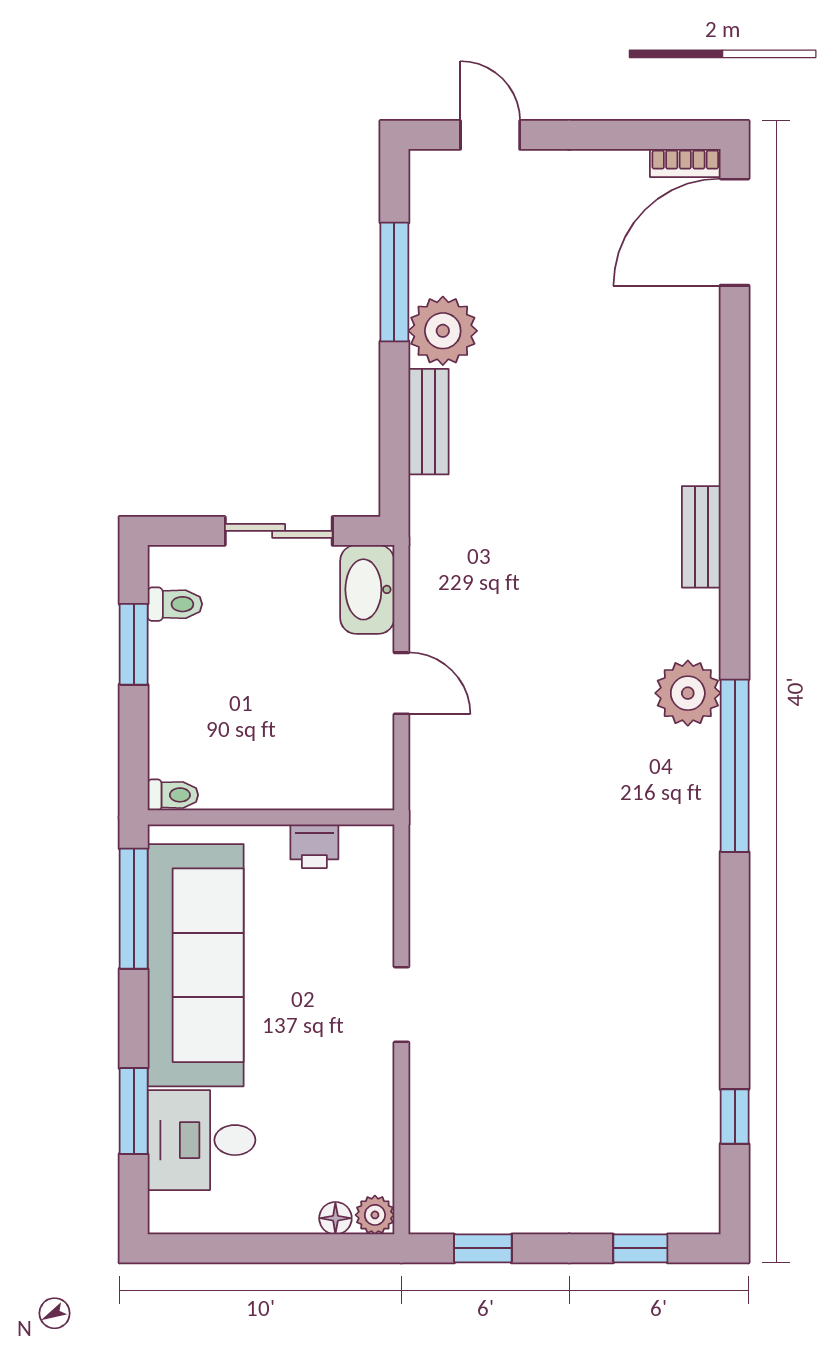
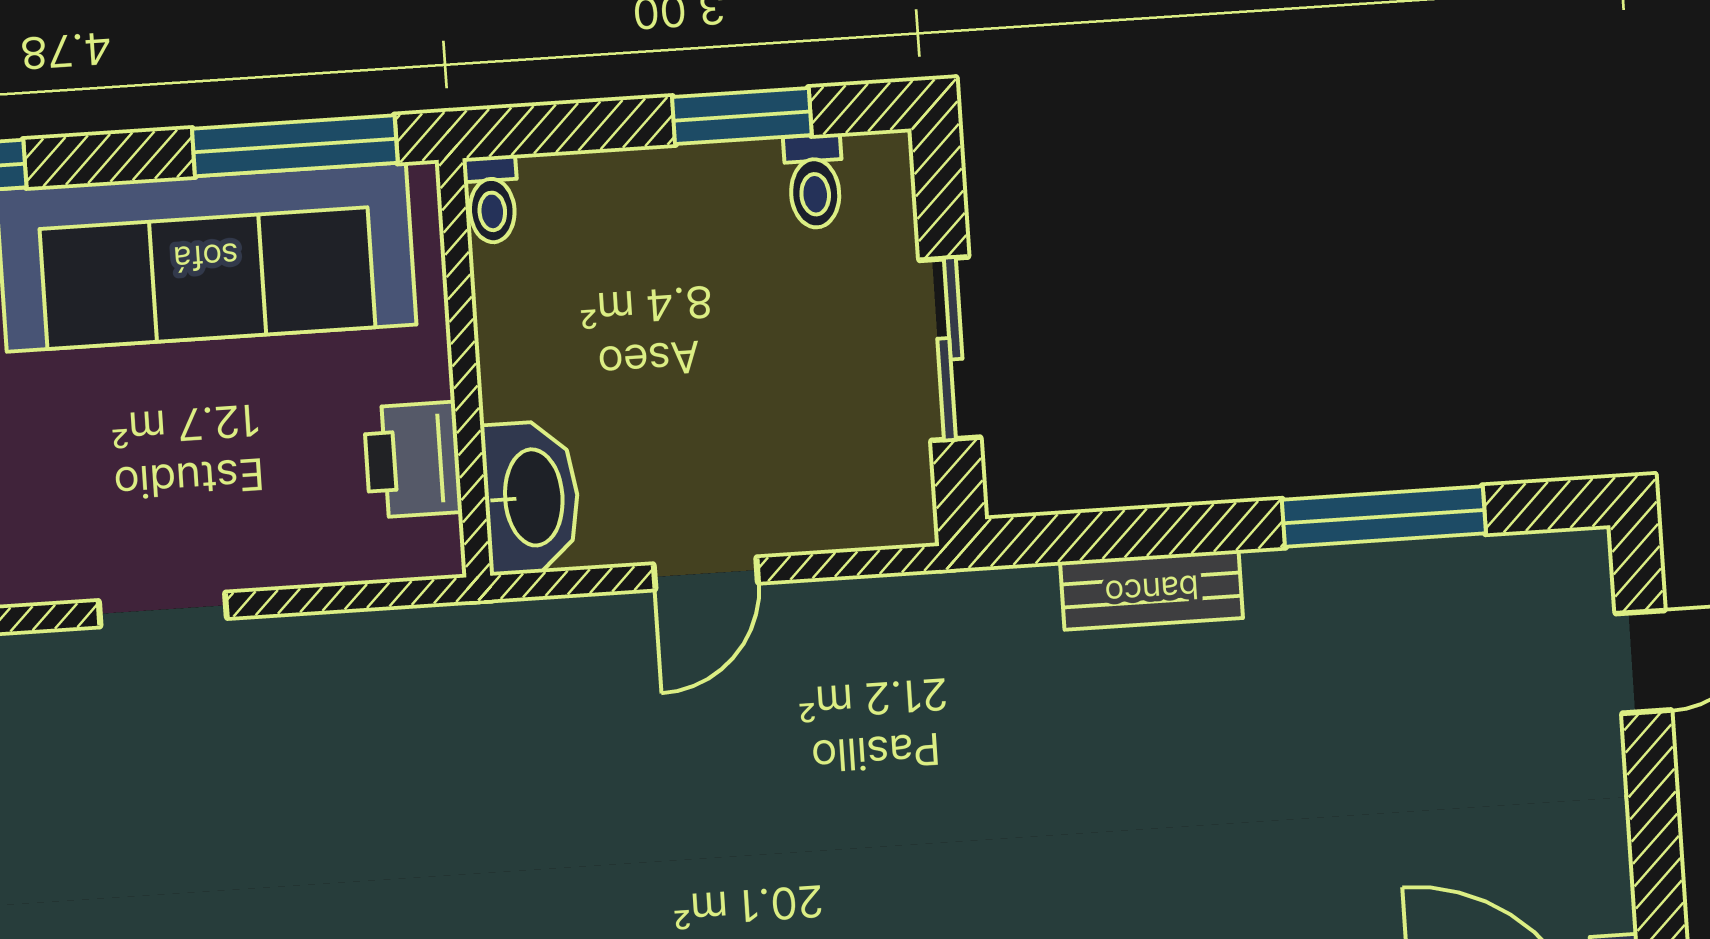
plant: (443, 331) -> (1307, 604), removed
washbasin: (367, 589) -> (531, 498), moved, turned 90
printer: (314, 846) -> (413, 460), width x1.36, depth x1.24

